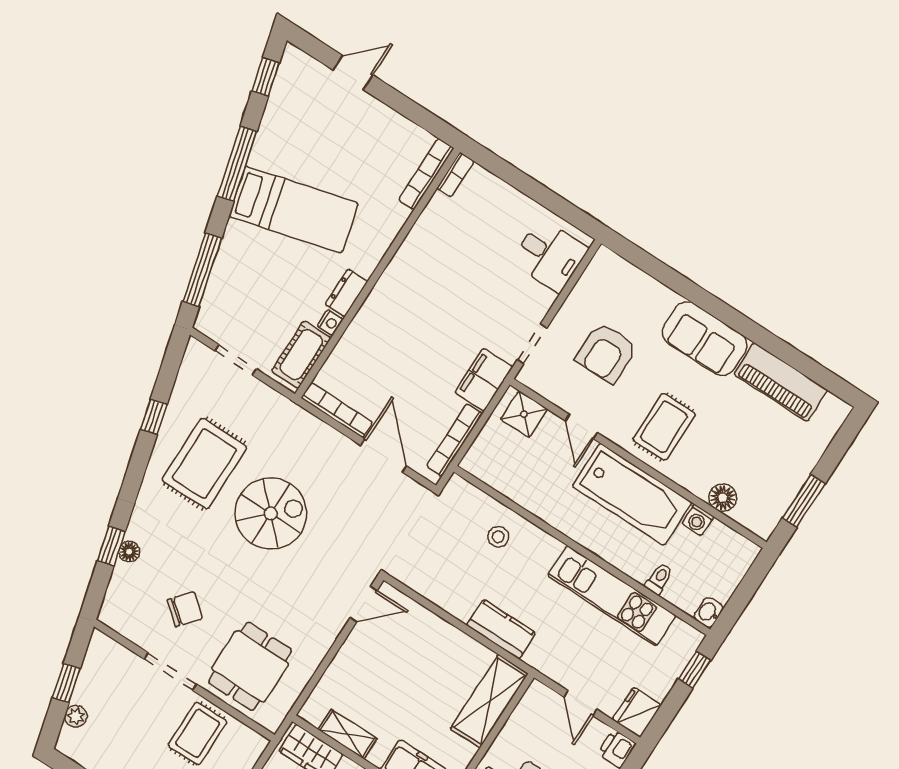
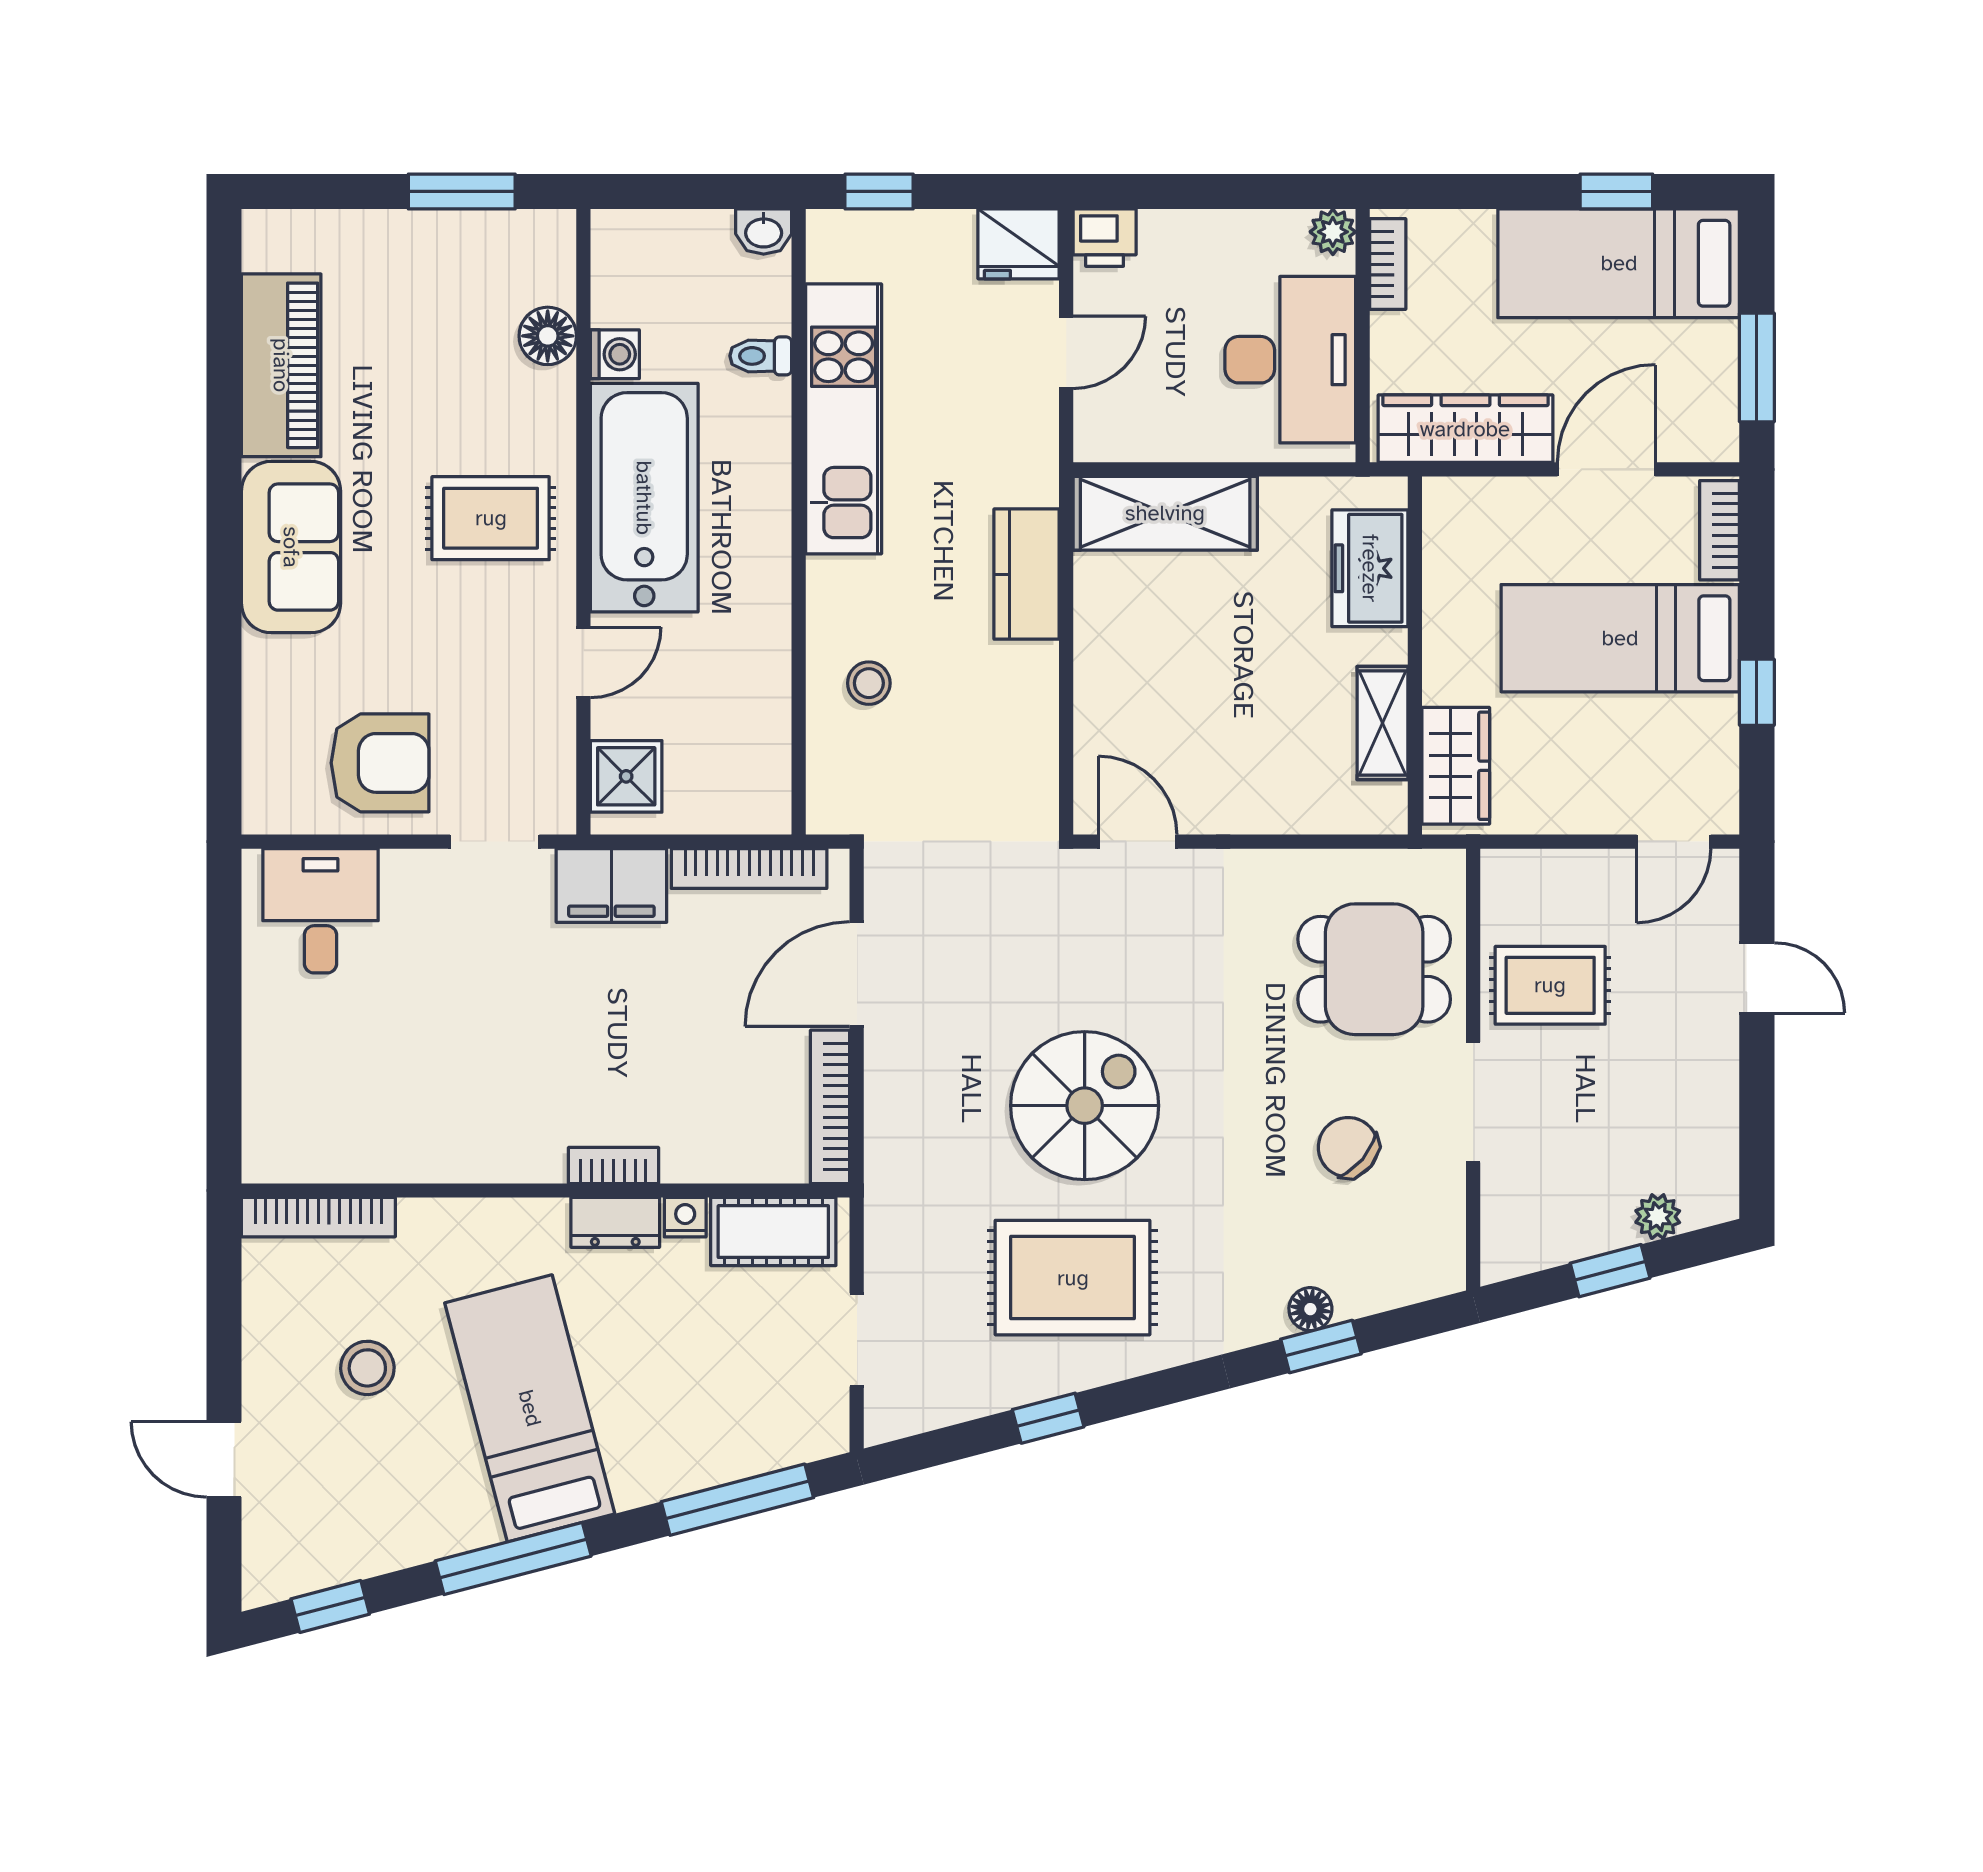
stool: (352, 154) -> (367, 1368), added
bookcase: (455, 175) -> (613, 1165), moved
armchair: (606, 353) -> (380, 763), moved
spiral stairs: (271, 513) -> (1085, 1106), turned 90

